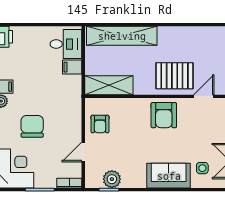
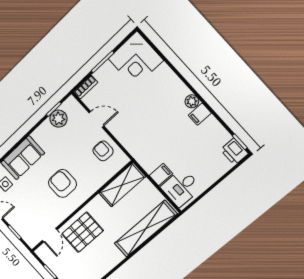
armchair: (164, 115) -> (62, 183), moved
chair: (32, 126) -> (151, 104), removed
door: (83, 152) -> (96, 119), hinge flipped

